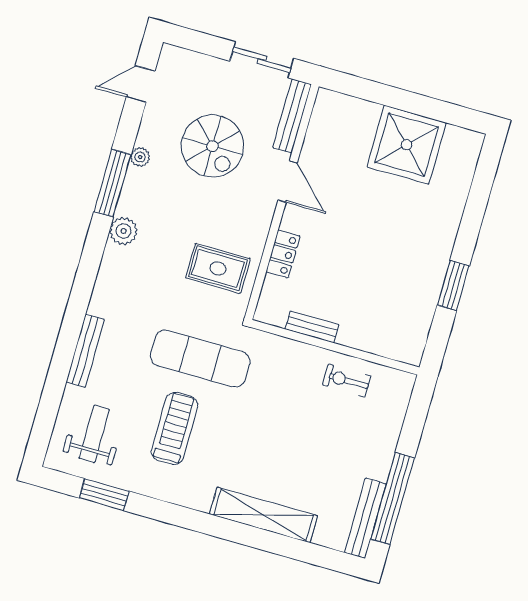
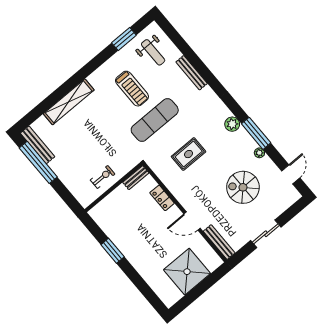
bench: (292, 116) -> (219, 242), moved
door: (288, 181) -> (192, 221), moved
wall: (282, 202) -> (185, 213), moved
locker: (283, 254) -> (162, 198), moved

